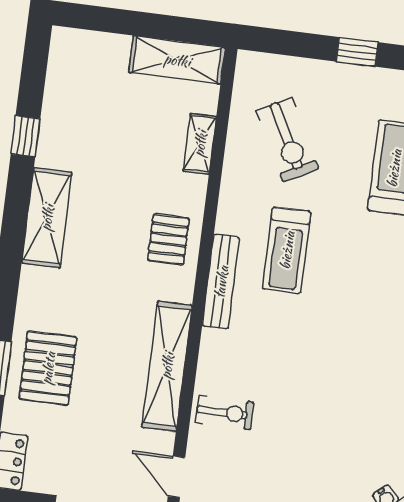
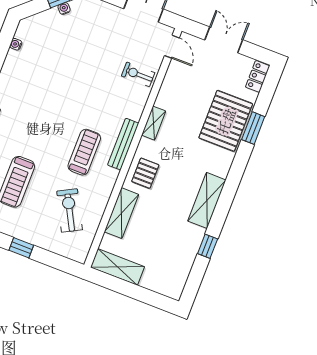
shelving: (200, 144) -> (121, 213), width x1.50, depth x1.33
shelving: (167, 366) -> (154, 123), width x0.45, depth x0.75
pallet: (48, 368) -> (226, 121), width x1.37, depth x1.41

